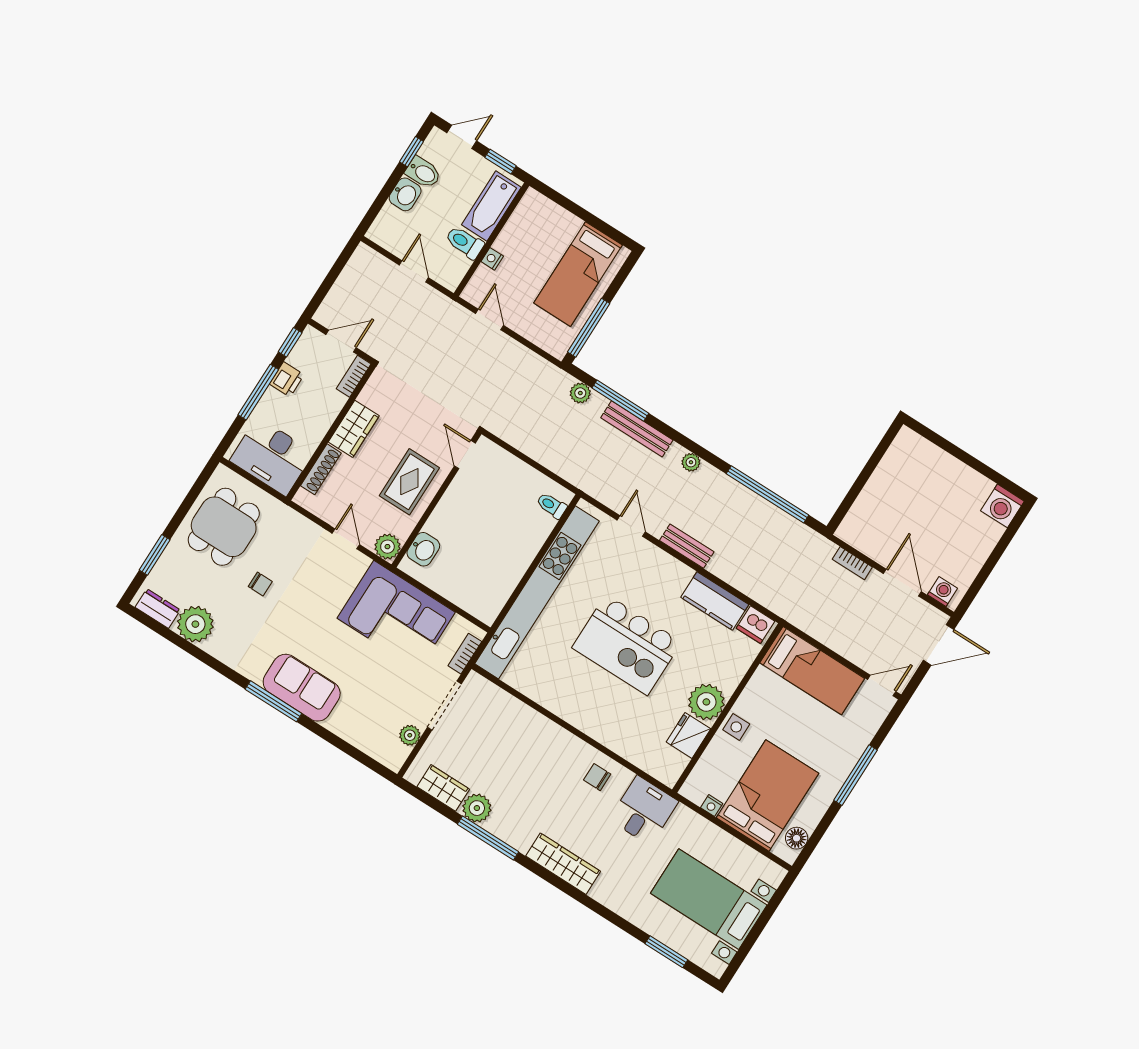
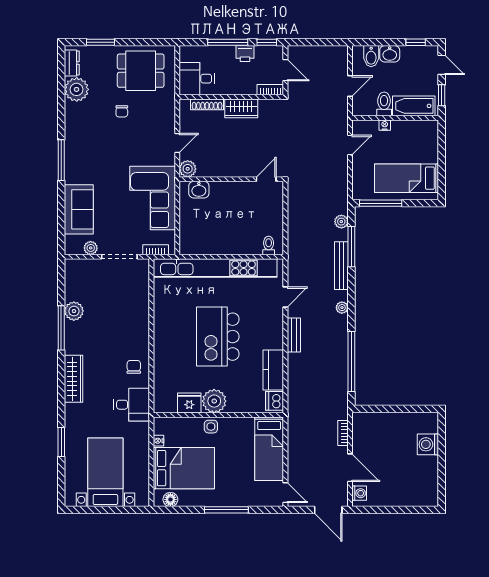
bidet: (423, 173) -> (371, 56), moved
desk: (272, 457) -> (197, 79), width x0.73
rug: (409, 482) -> (231, 158), removed
washing machine: (1002, 506) -> (428, 444), moved
door: (902, 583) -> (350, 468), hinge flipped
sofa: (302, 688) -> (79, 209), moved
wardrobe: (443, 788) -> (73, 285), removed
window: (666, 952) -> (61, 442), moved

